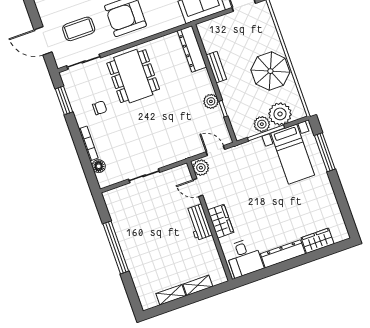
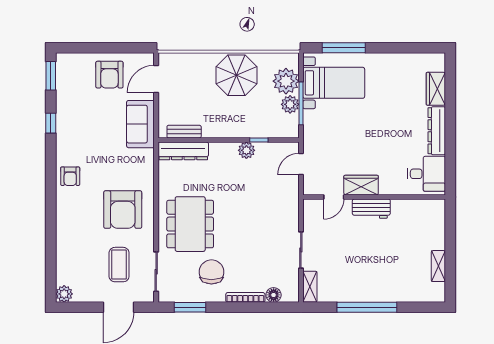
bench: (216, 67) -> (184, 132), moved
dining table: (133, 76) -> (190, 224), turned 90
chair: (100, 108) -> (211, 272), width x1.87, depth x1.87
plant: (201, 168) -> (314, 186), removed
wardrobe: (221, 221) -> (361, 185), moved
shelving: (198, 285) -> (310, 287), moved

